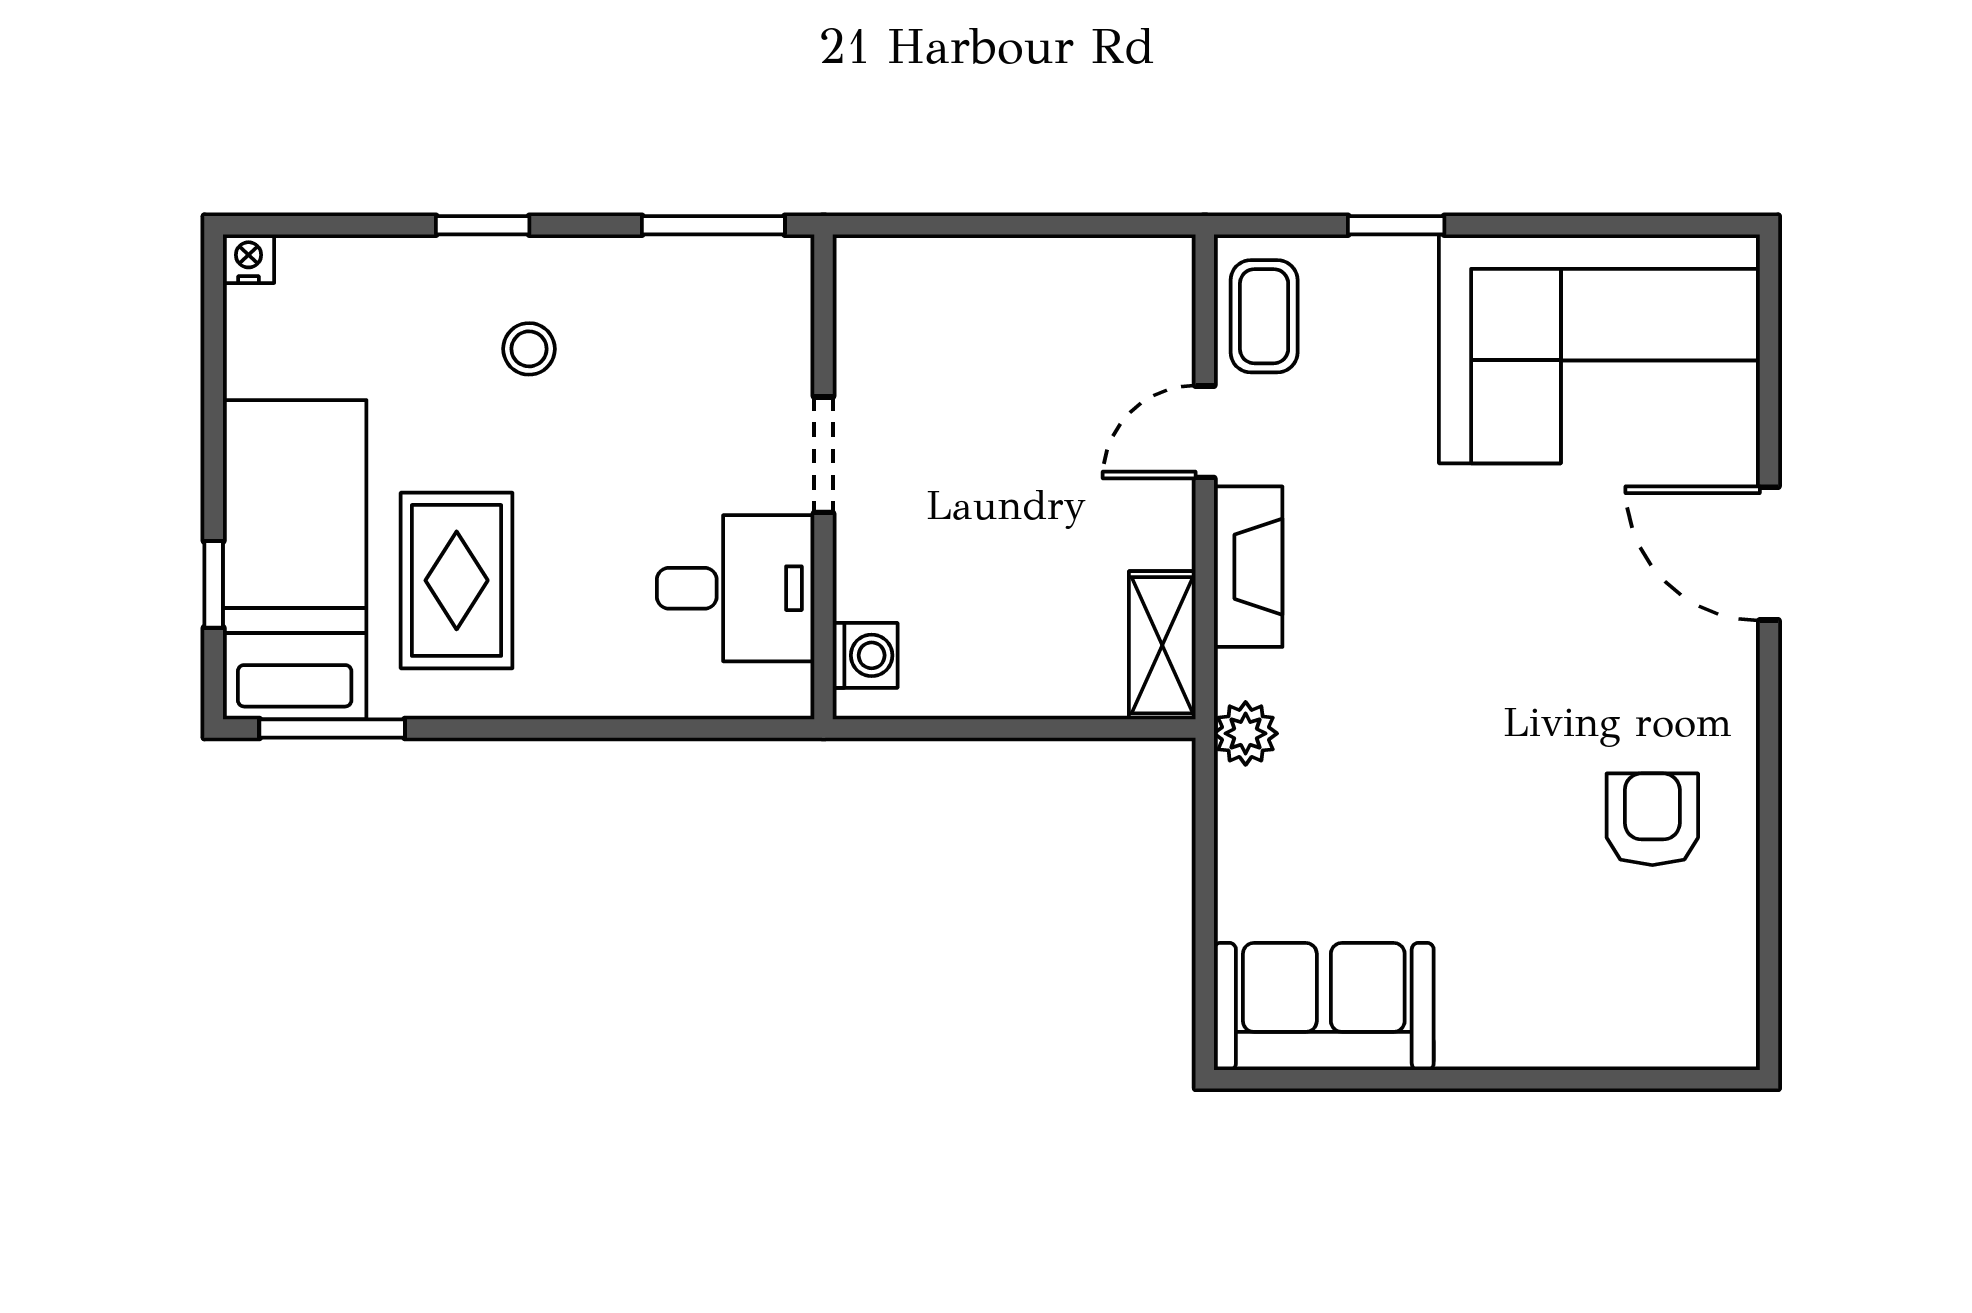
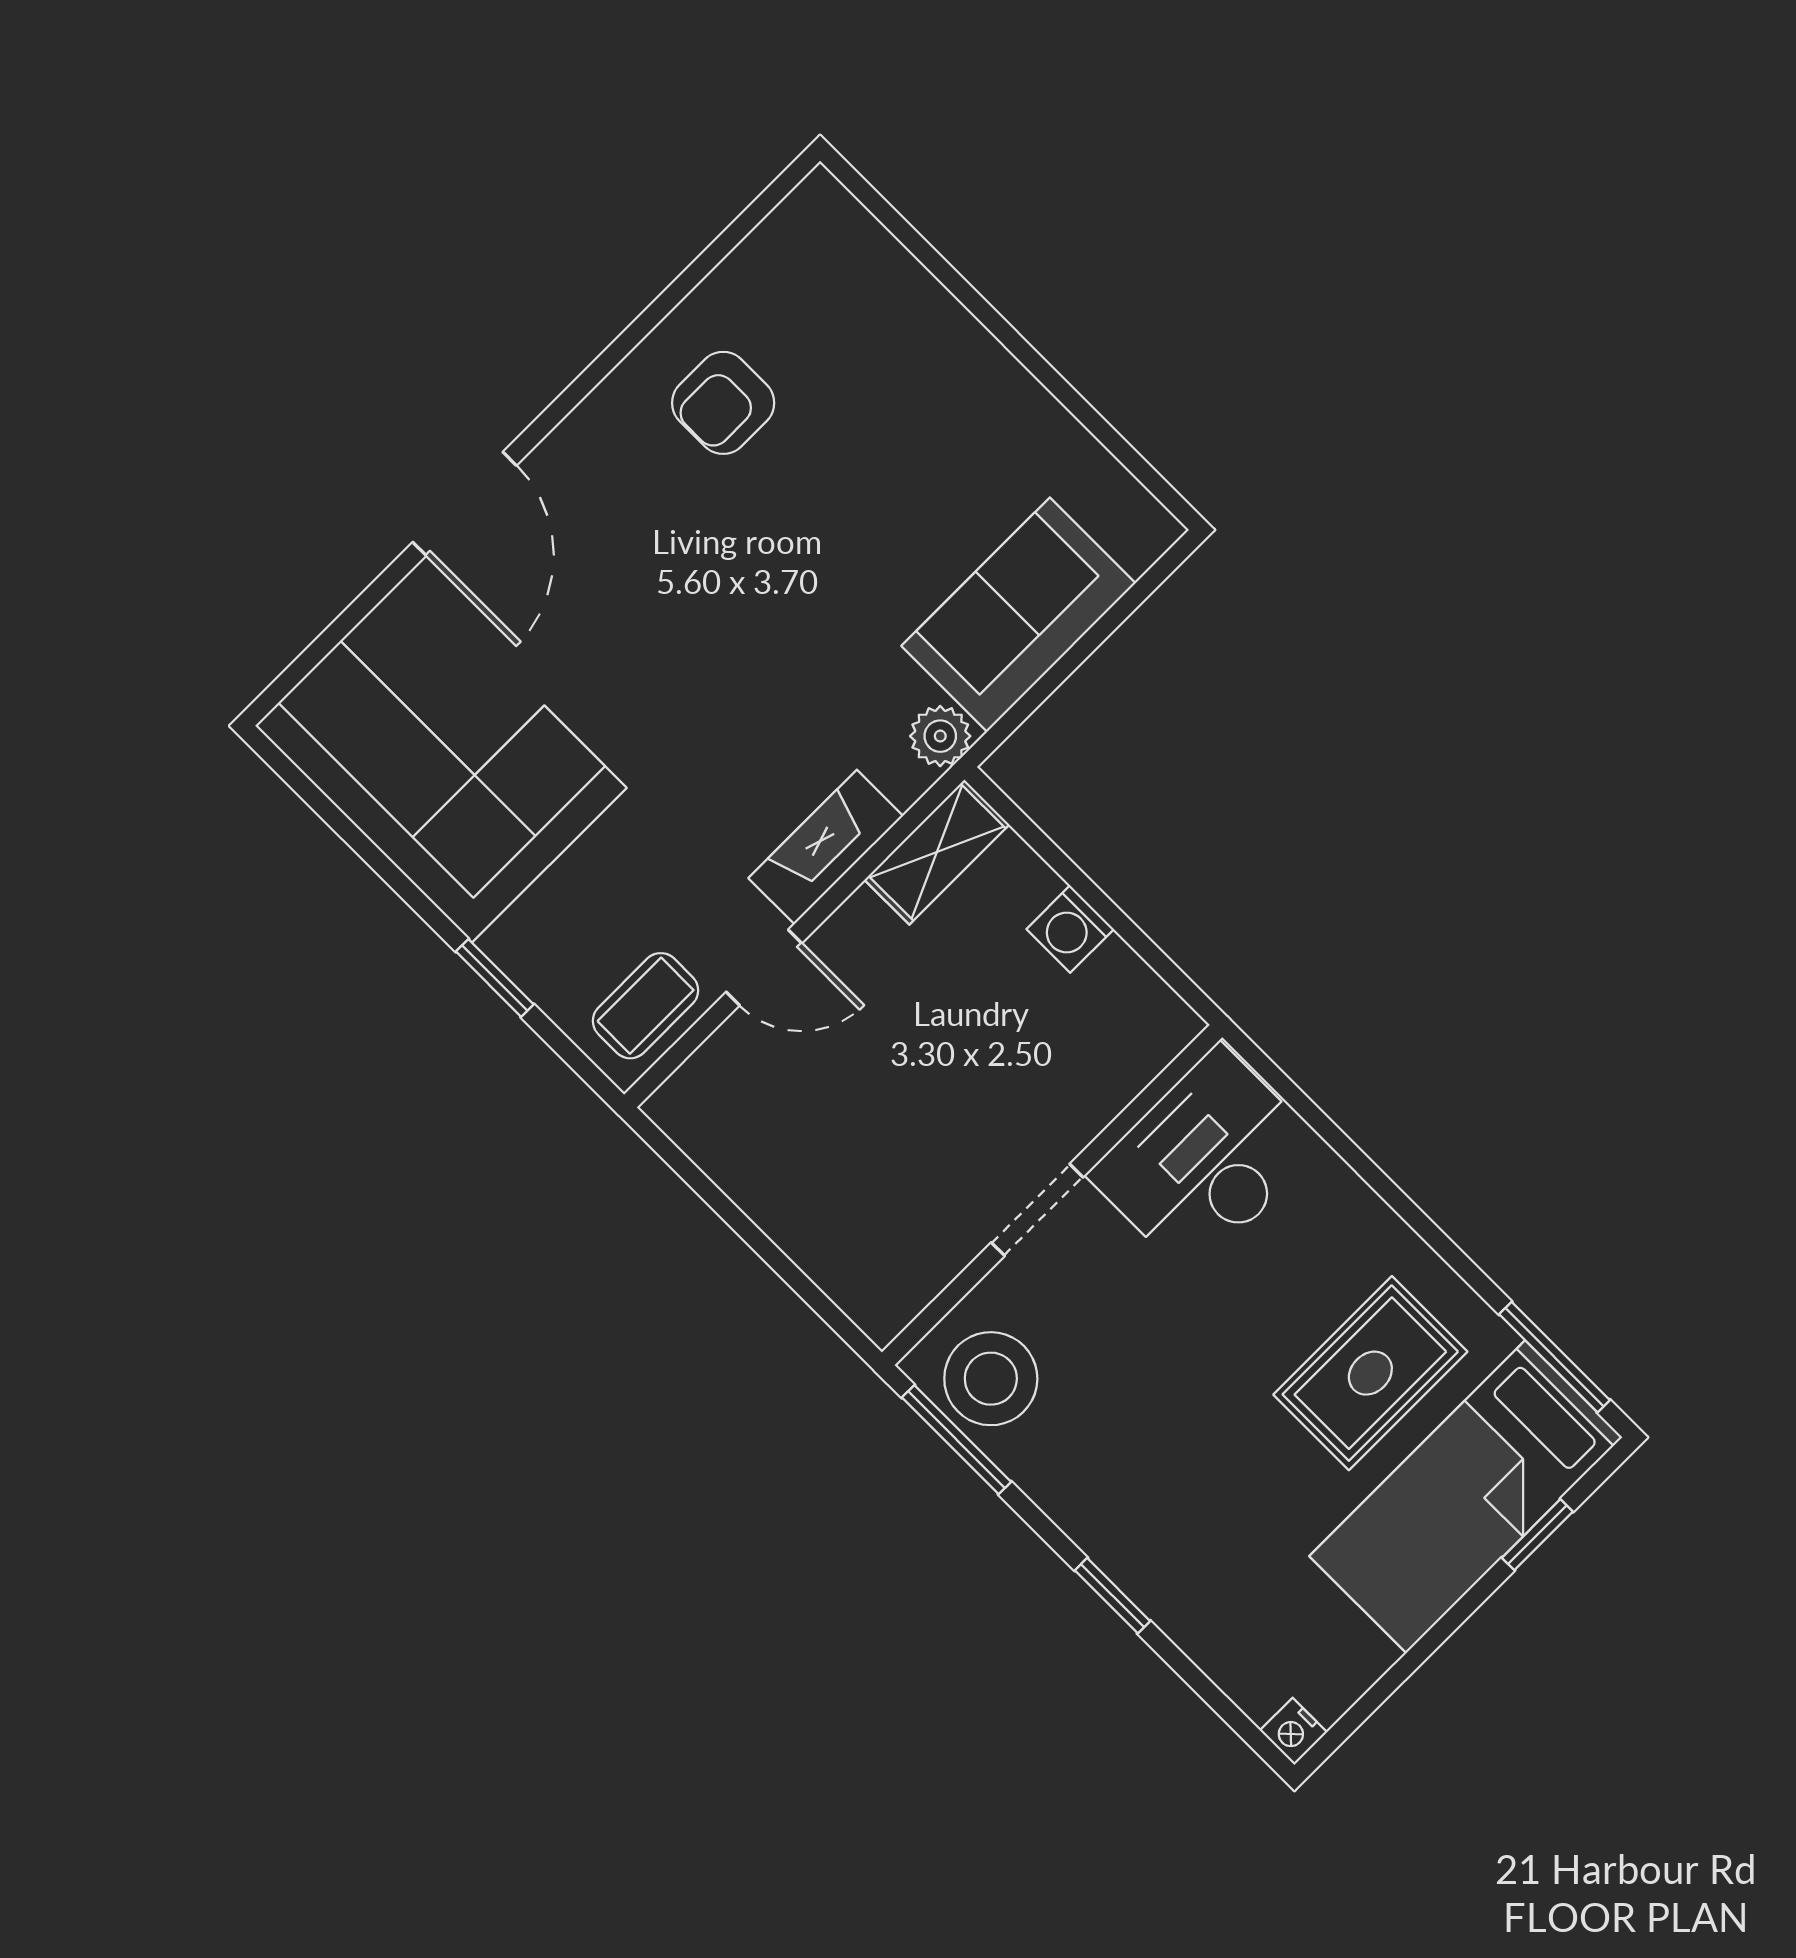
stool: (529, 349) -> (991, 1379), moved, width x1.89, depth x1.89
desk: (736, 588) -> (1205, 1161), width x1.37
washing machine: (865, 655) -> (1070, 929), moved, turned -90
sofa: (1324, 1006) -> (1018, 615), moved, turned 90

